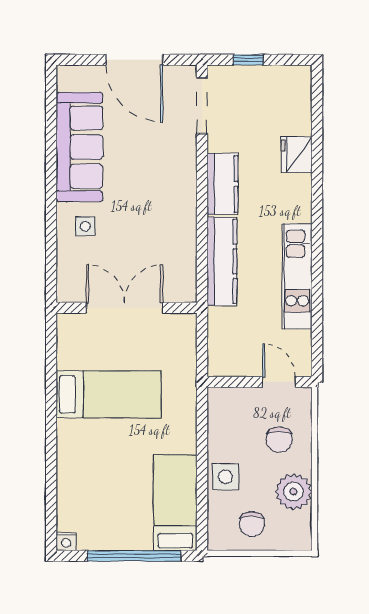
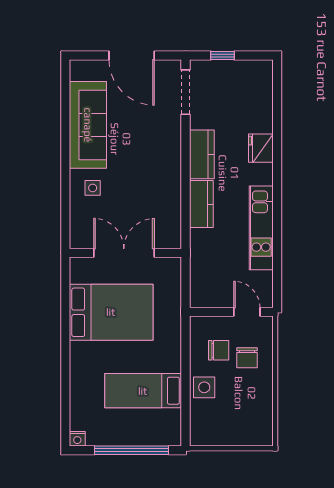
fridge: (297, 155) -> (261, 148), moved
kitchen counter: (222, 261) -> (201, 204), width x0.67
bed: (109, 394) -> (111, 312), width x1.50
plant: (294, 492) -> (258, 399), removed
bed: (175, 503) -> (143, 391), moved, turned -90
chair: (252, 524) -> (219, 350), moved, turned -90

